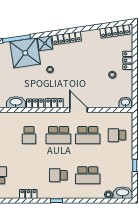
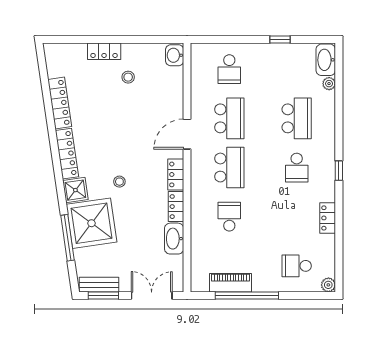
locker: (115, 31) -> (60, 103), moved
school desk: (29, 135) -> (229, 217), turned -90

